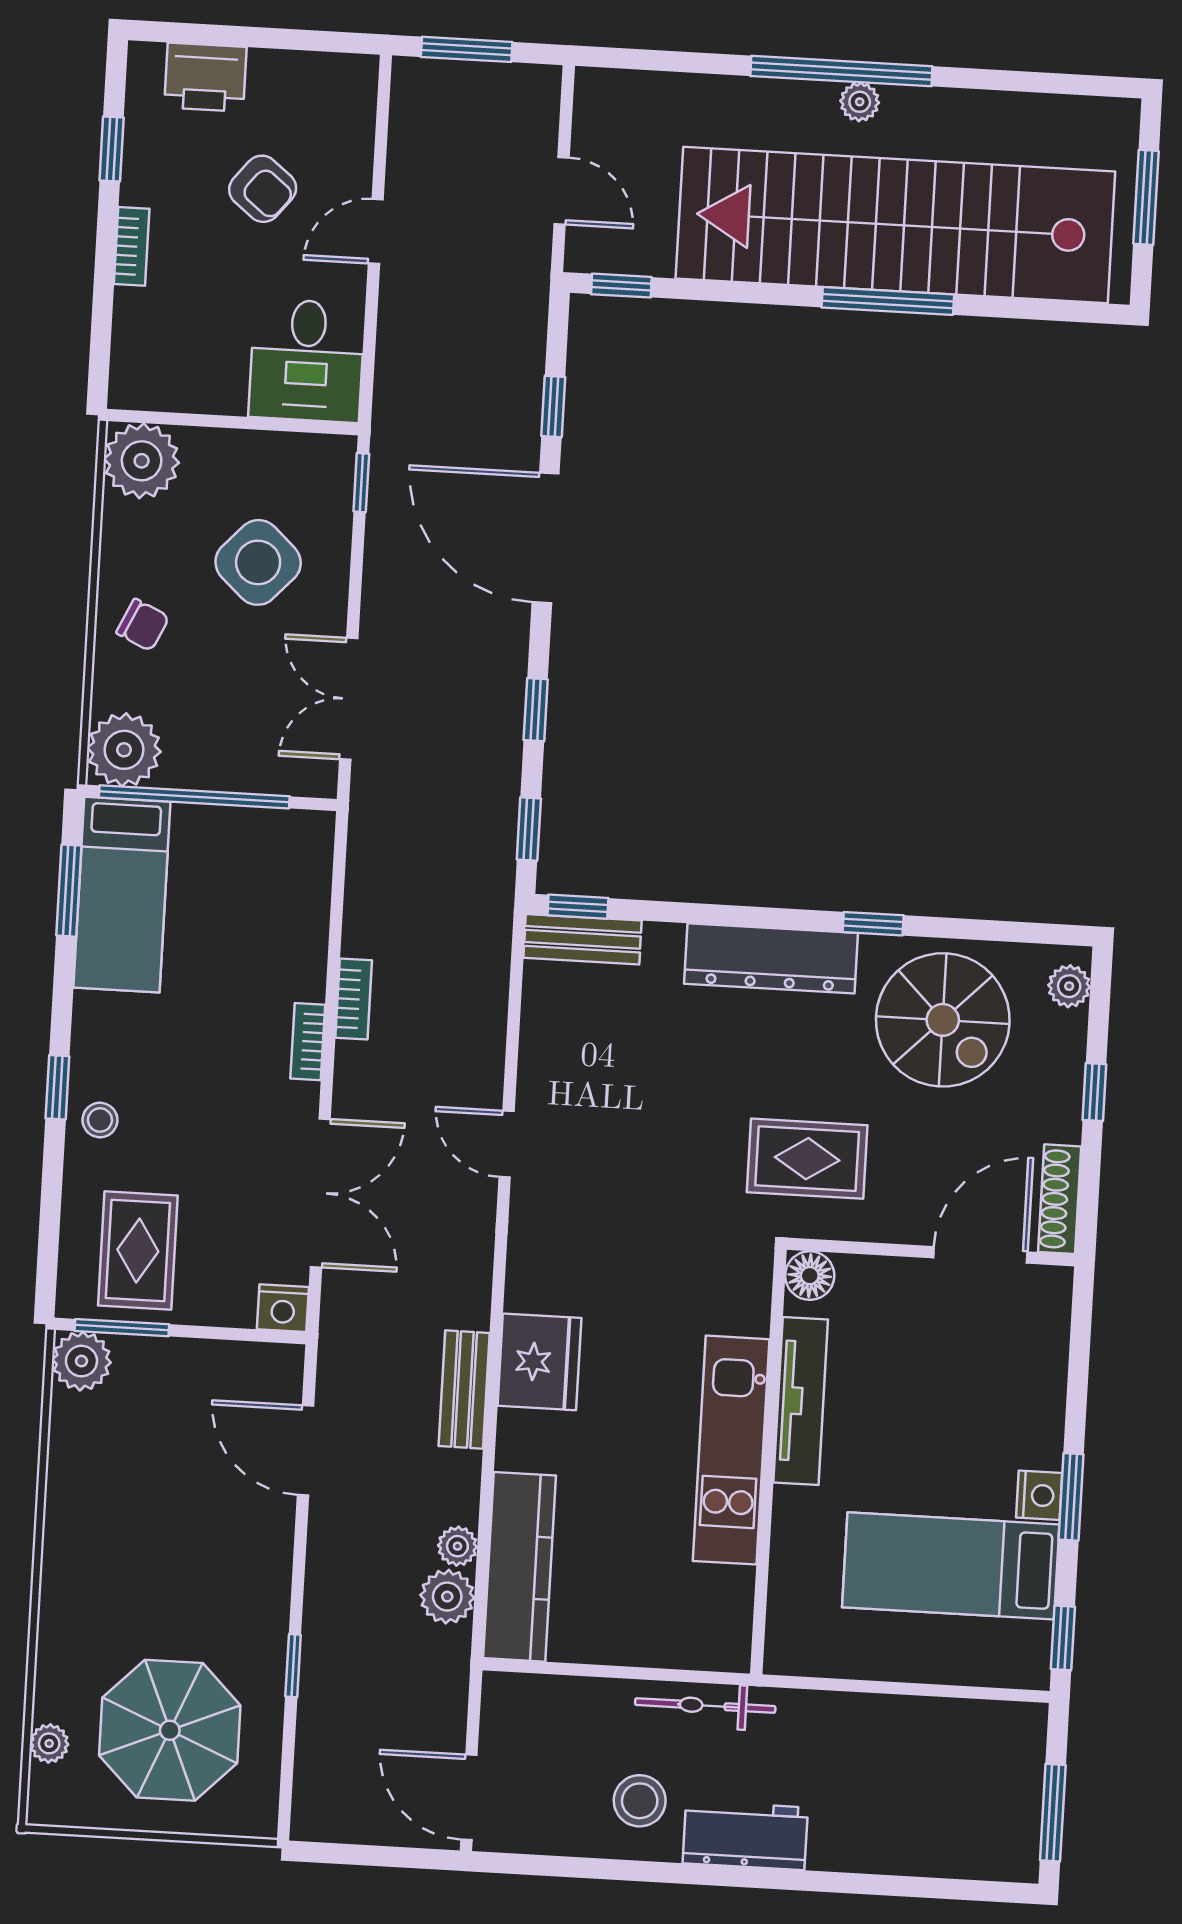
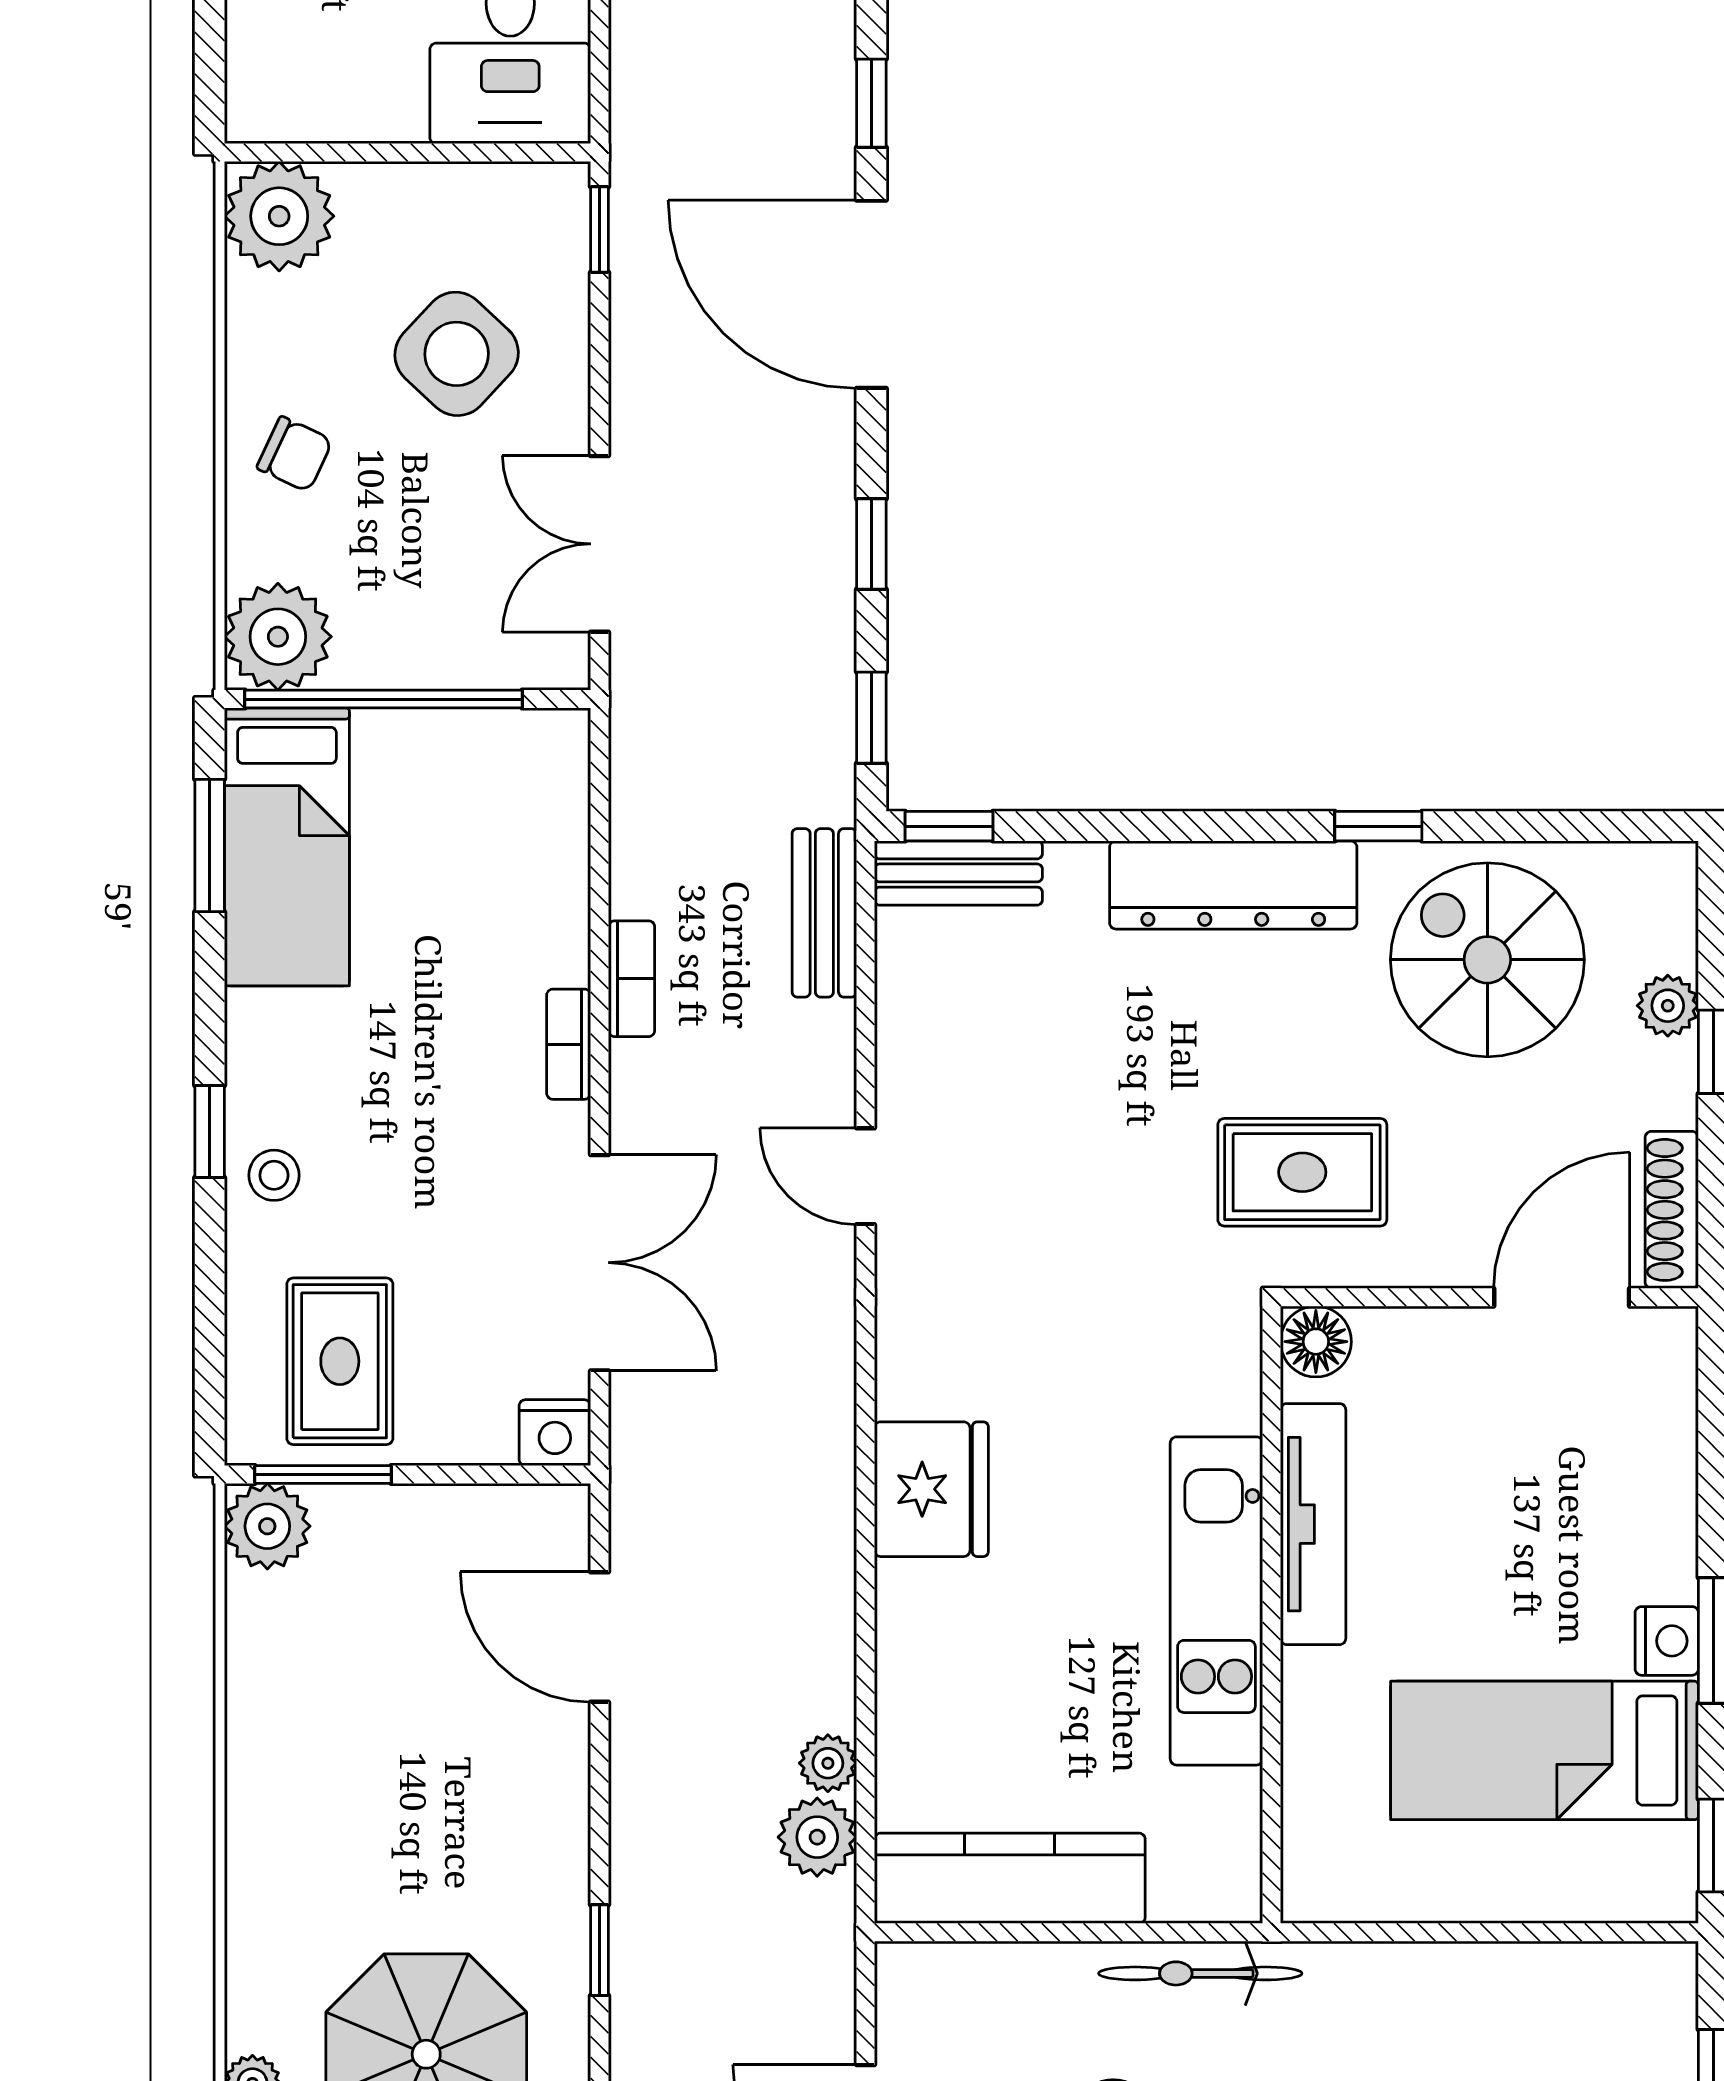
plant: (1069, 986) -> (1668, 1006), moved
spiral stairs: (943, 1020) -> (1487, 960), turned 180
bench: (464, 1389) -> (824, 913), moved
kitchen counter: (519, 1567) -> (1010, 1878), moved, turned -90

